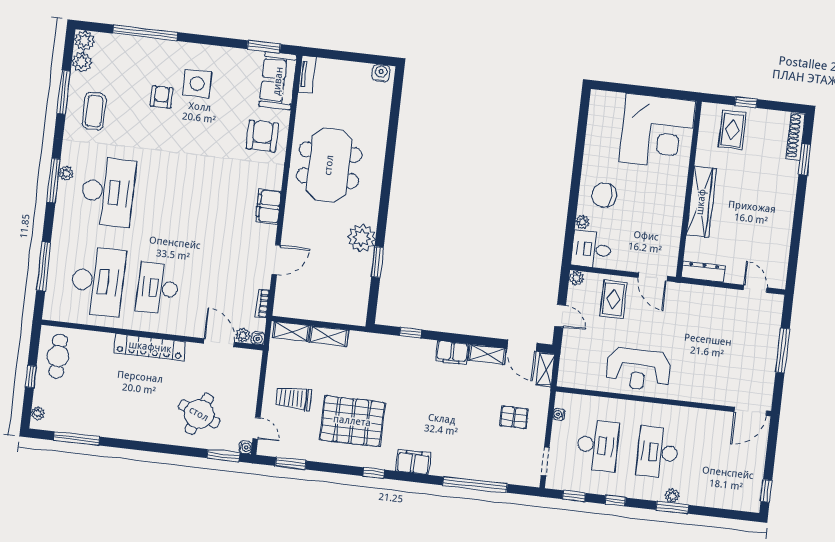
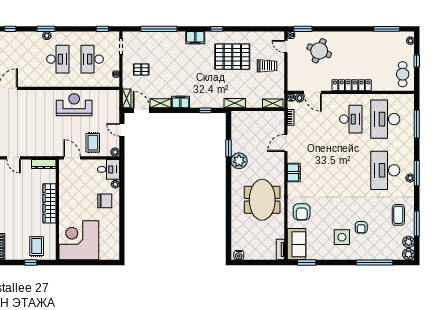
shelving: (329, 336) -> (235, 103), moved
window: (291, 463) -> (264, 29), removed
window: (615, 501) -> (10, 29), moved

